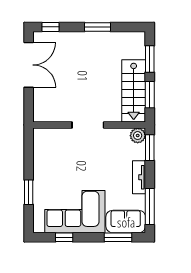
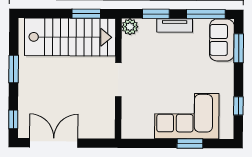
window: (150, 59) -> (48, 13), removed
stairs: (134, 91) -> (70, 37), width x1.36, depth x1.51
window: (150, 148) -> (156, 14), moved
corner sofa: (75, 212) -> (187, 116), moved, turned 90

